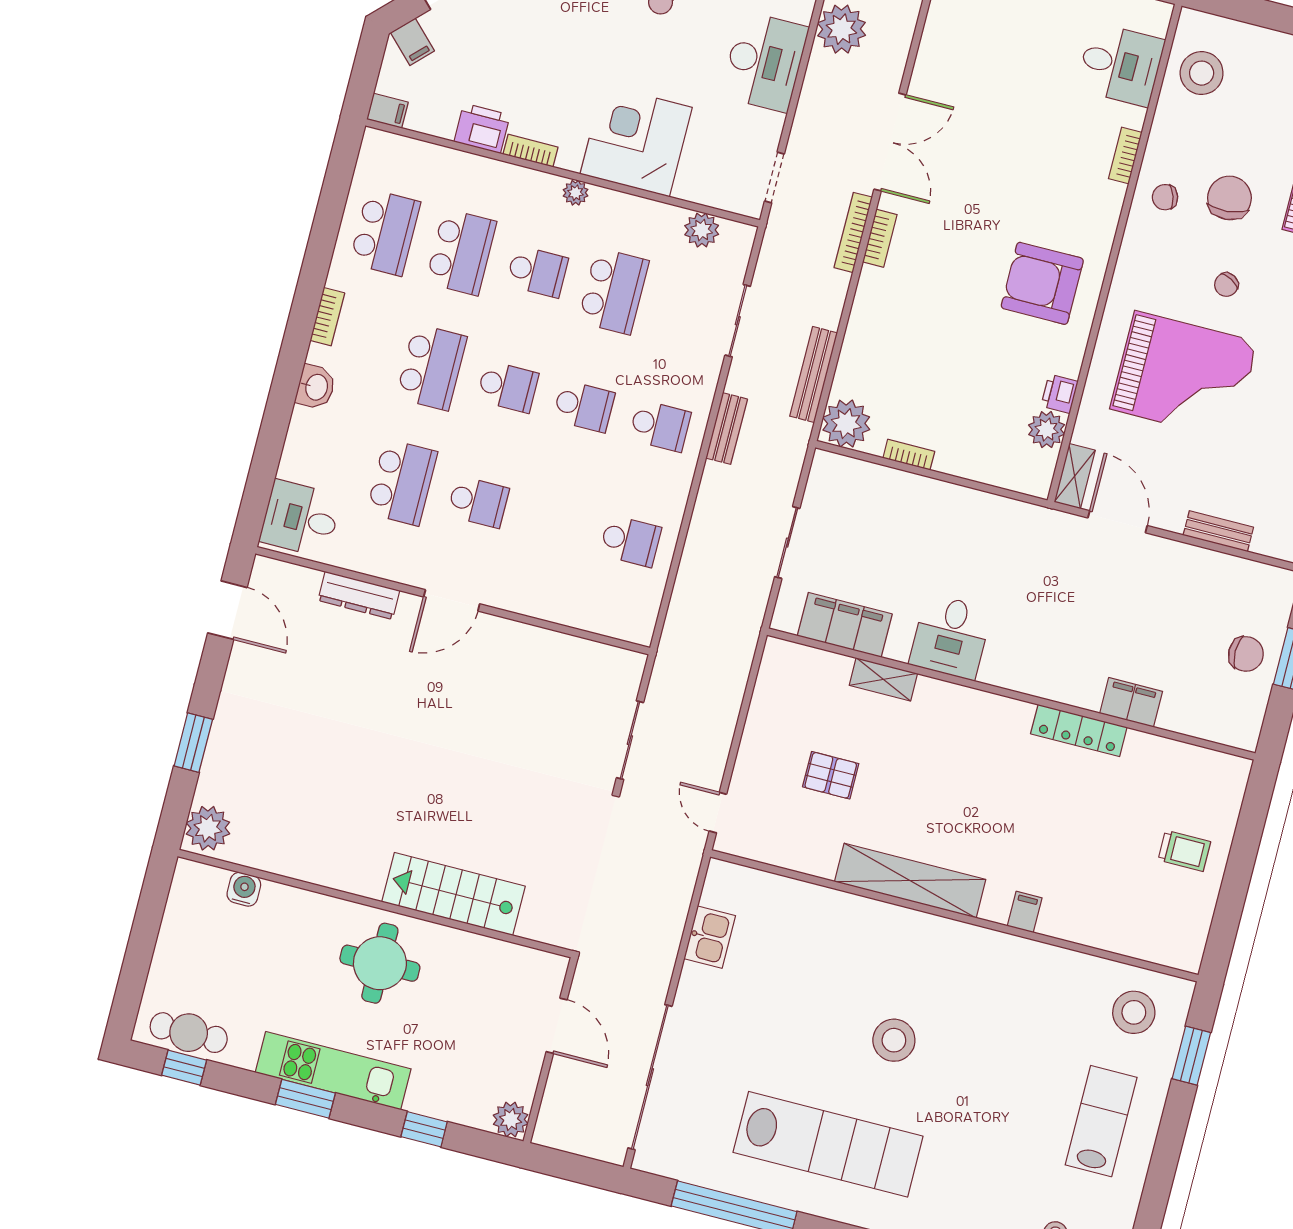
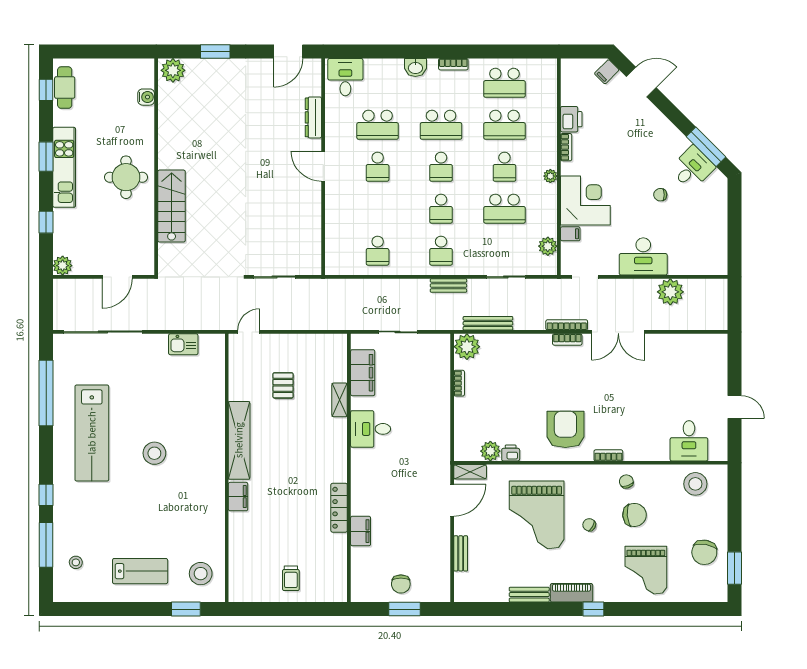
filing cabinet: (387, 111) -> (570, 234), moved, turned -90
bookcase: (1125, 156) -> (608, 455), moved
filing cabinet: (1025, 912) -> (238, 497), width x2.00

